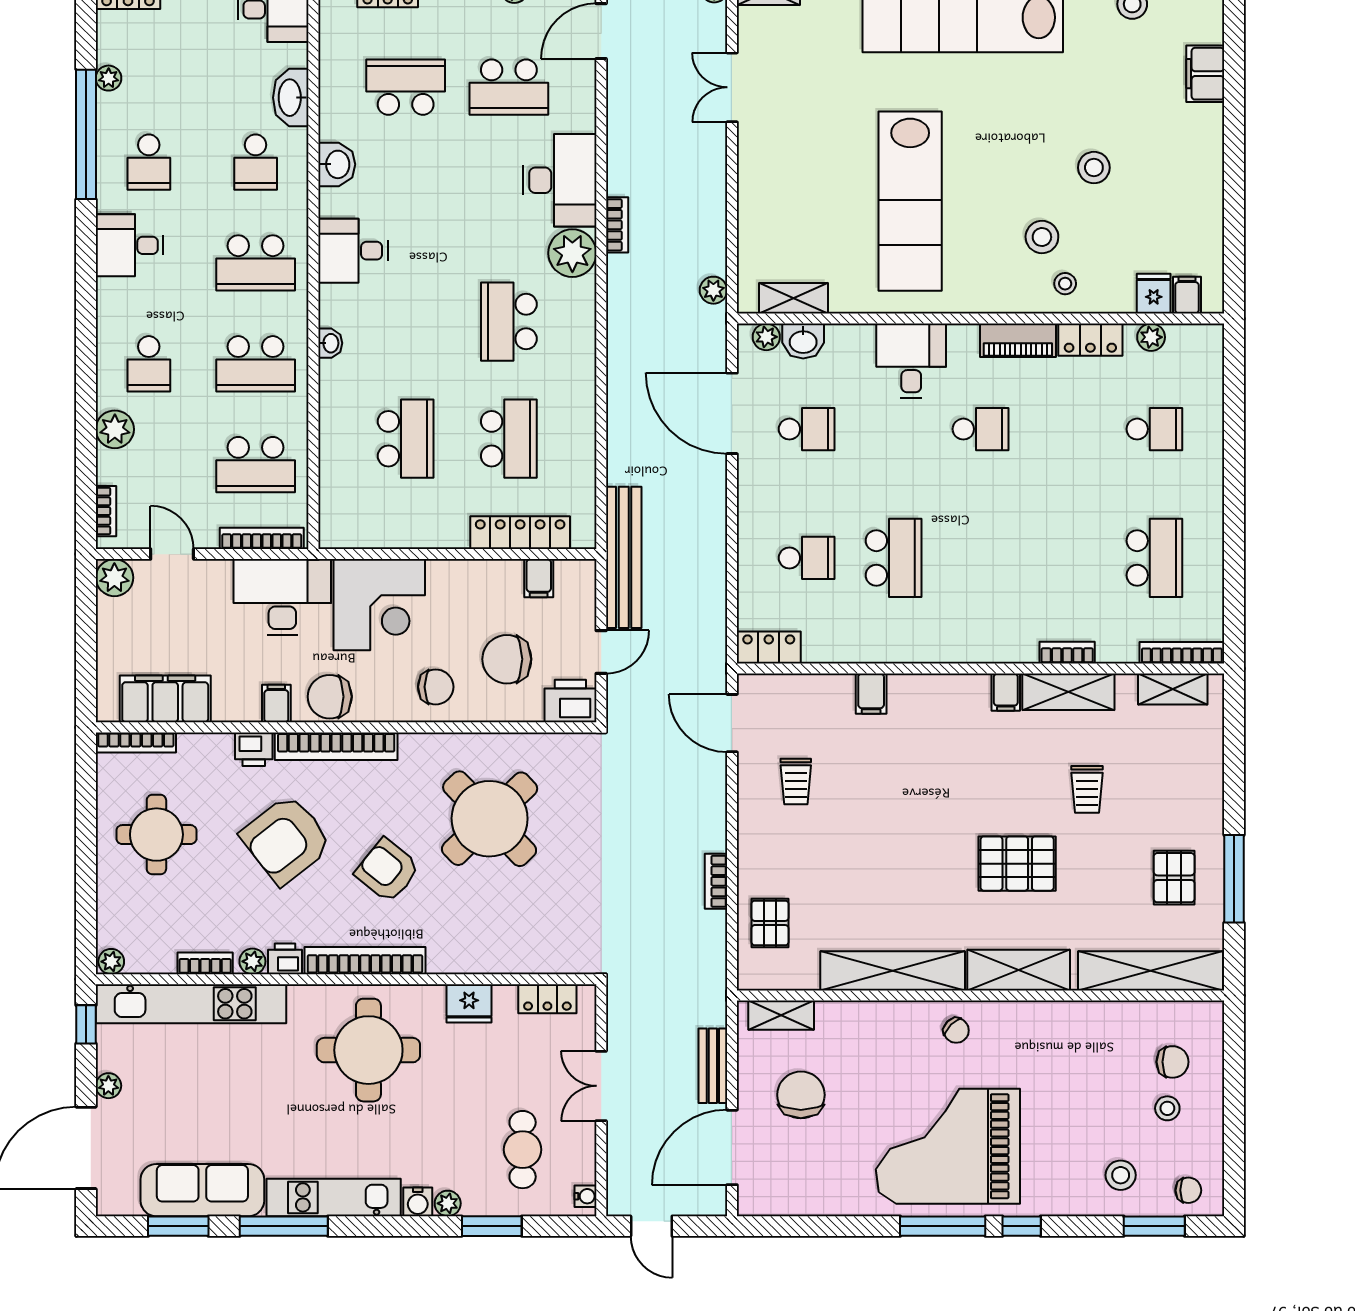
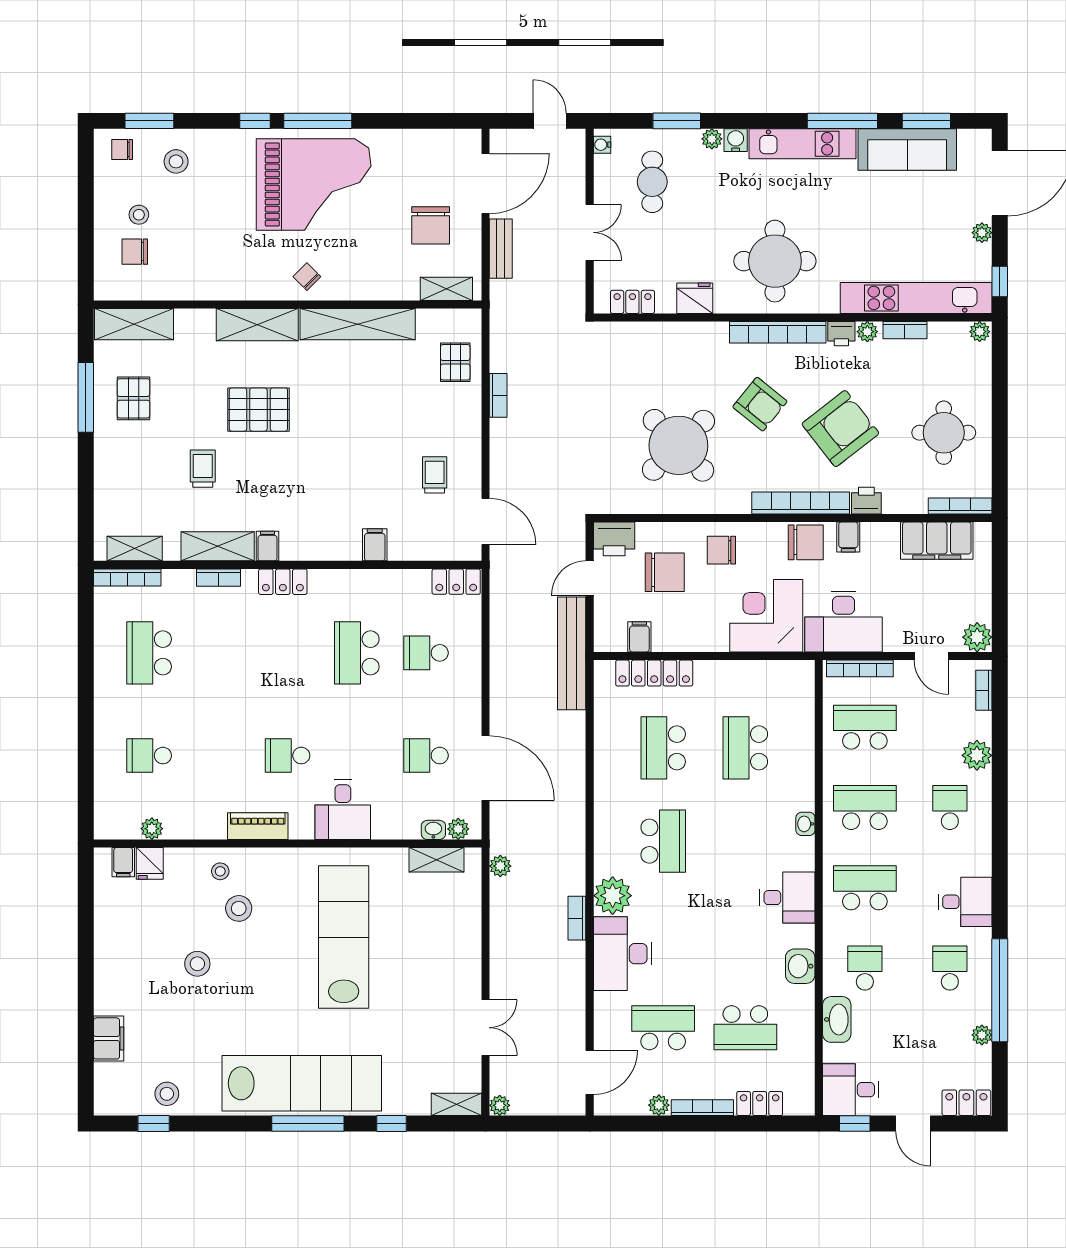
locker: (1090, 340) -> (283, 582), moved, turned 180
washbasin: (803, 341) -> (433, 830), width x0.72, depth x0.69
shelving: (1150, 971) -> (134, 324), width x0.68

